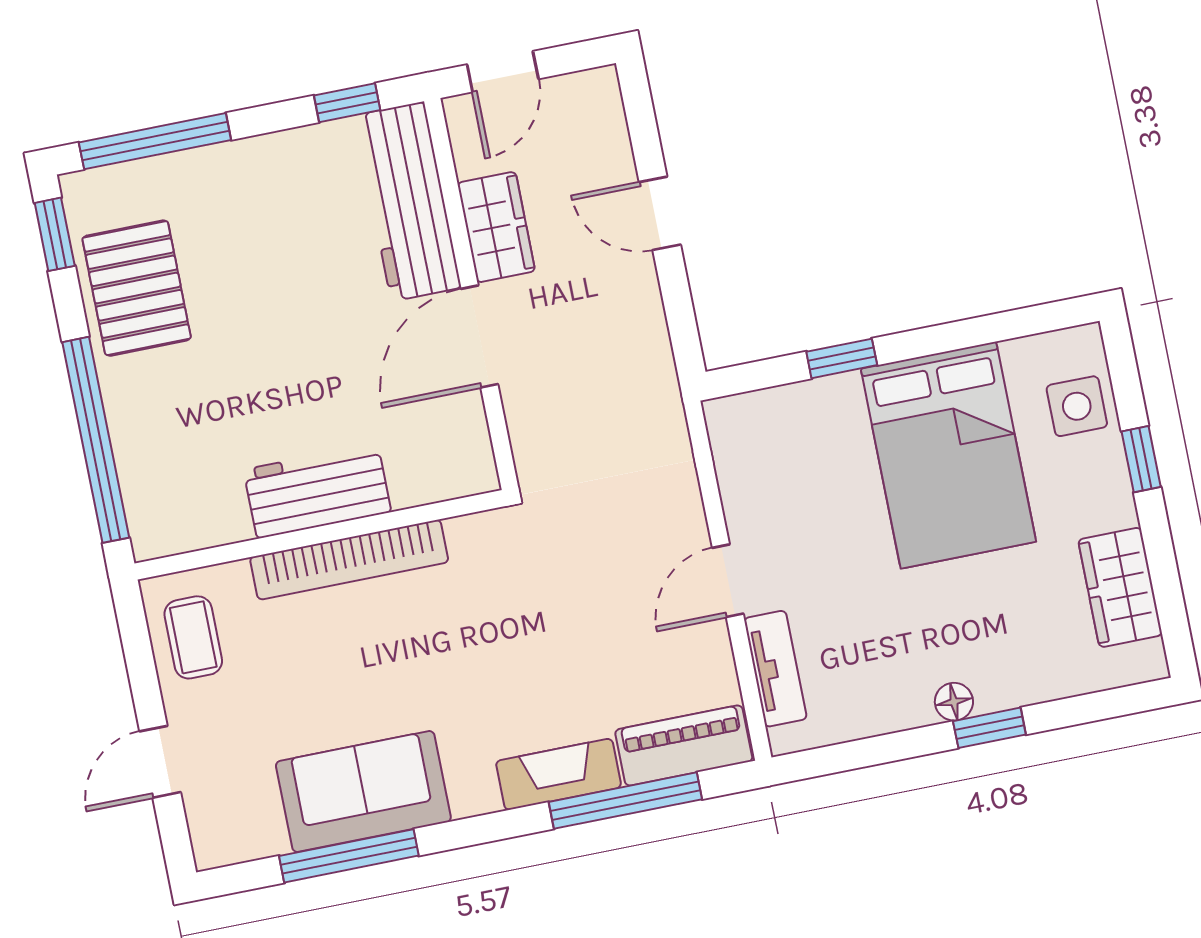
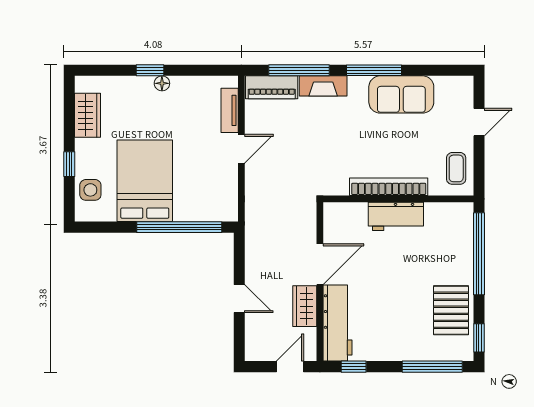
window: (842, 358) -> (179, 227), width x3.17
window: (349, 856) -> (374, 70), moved

